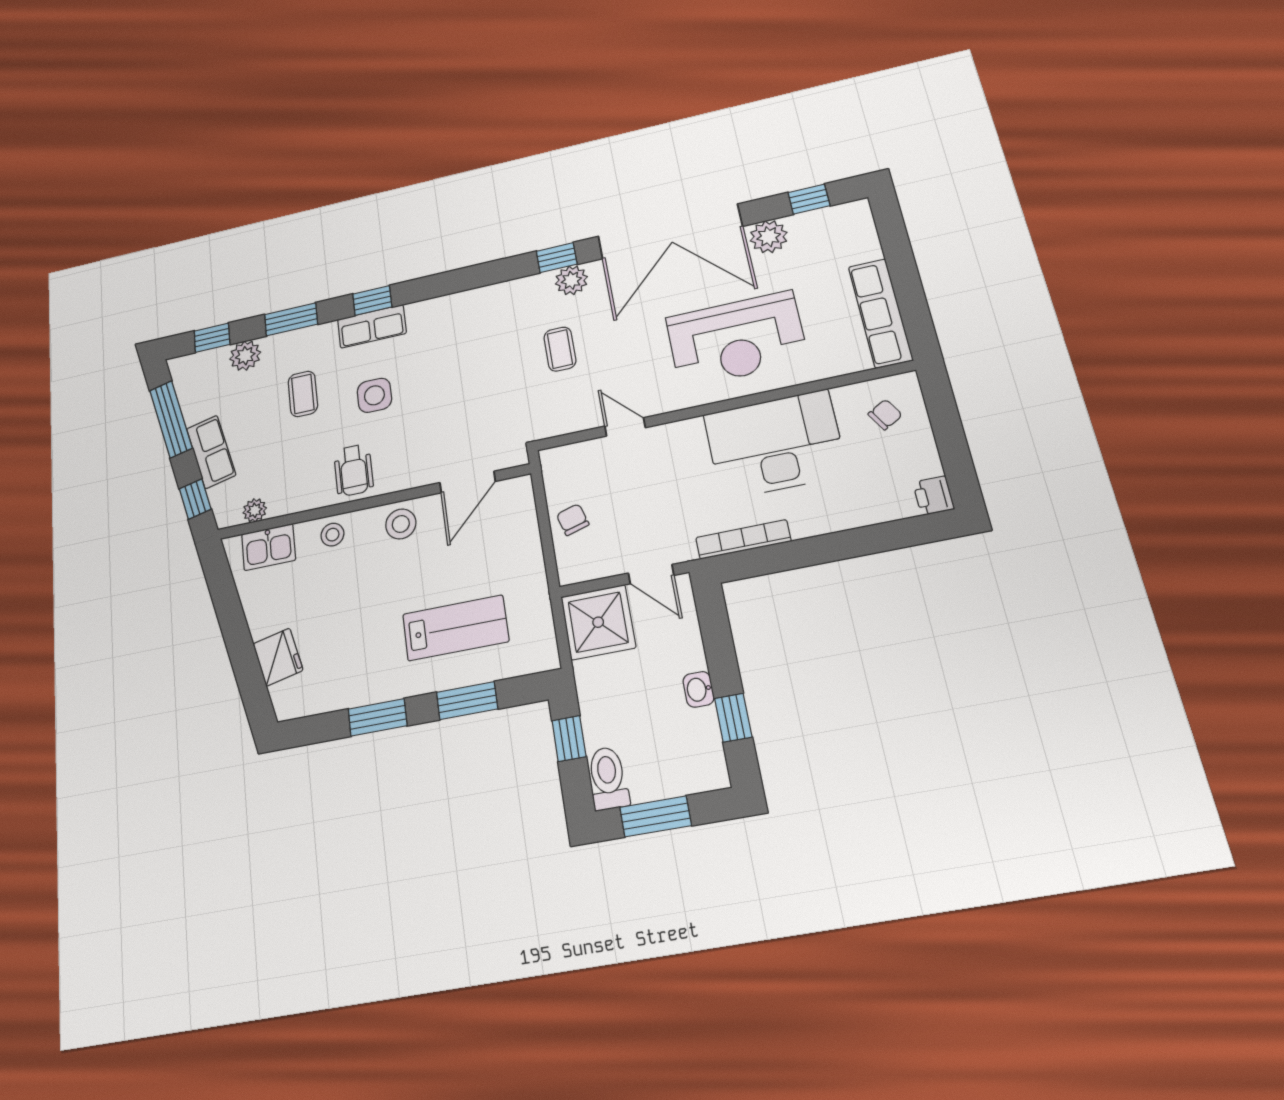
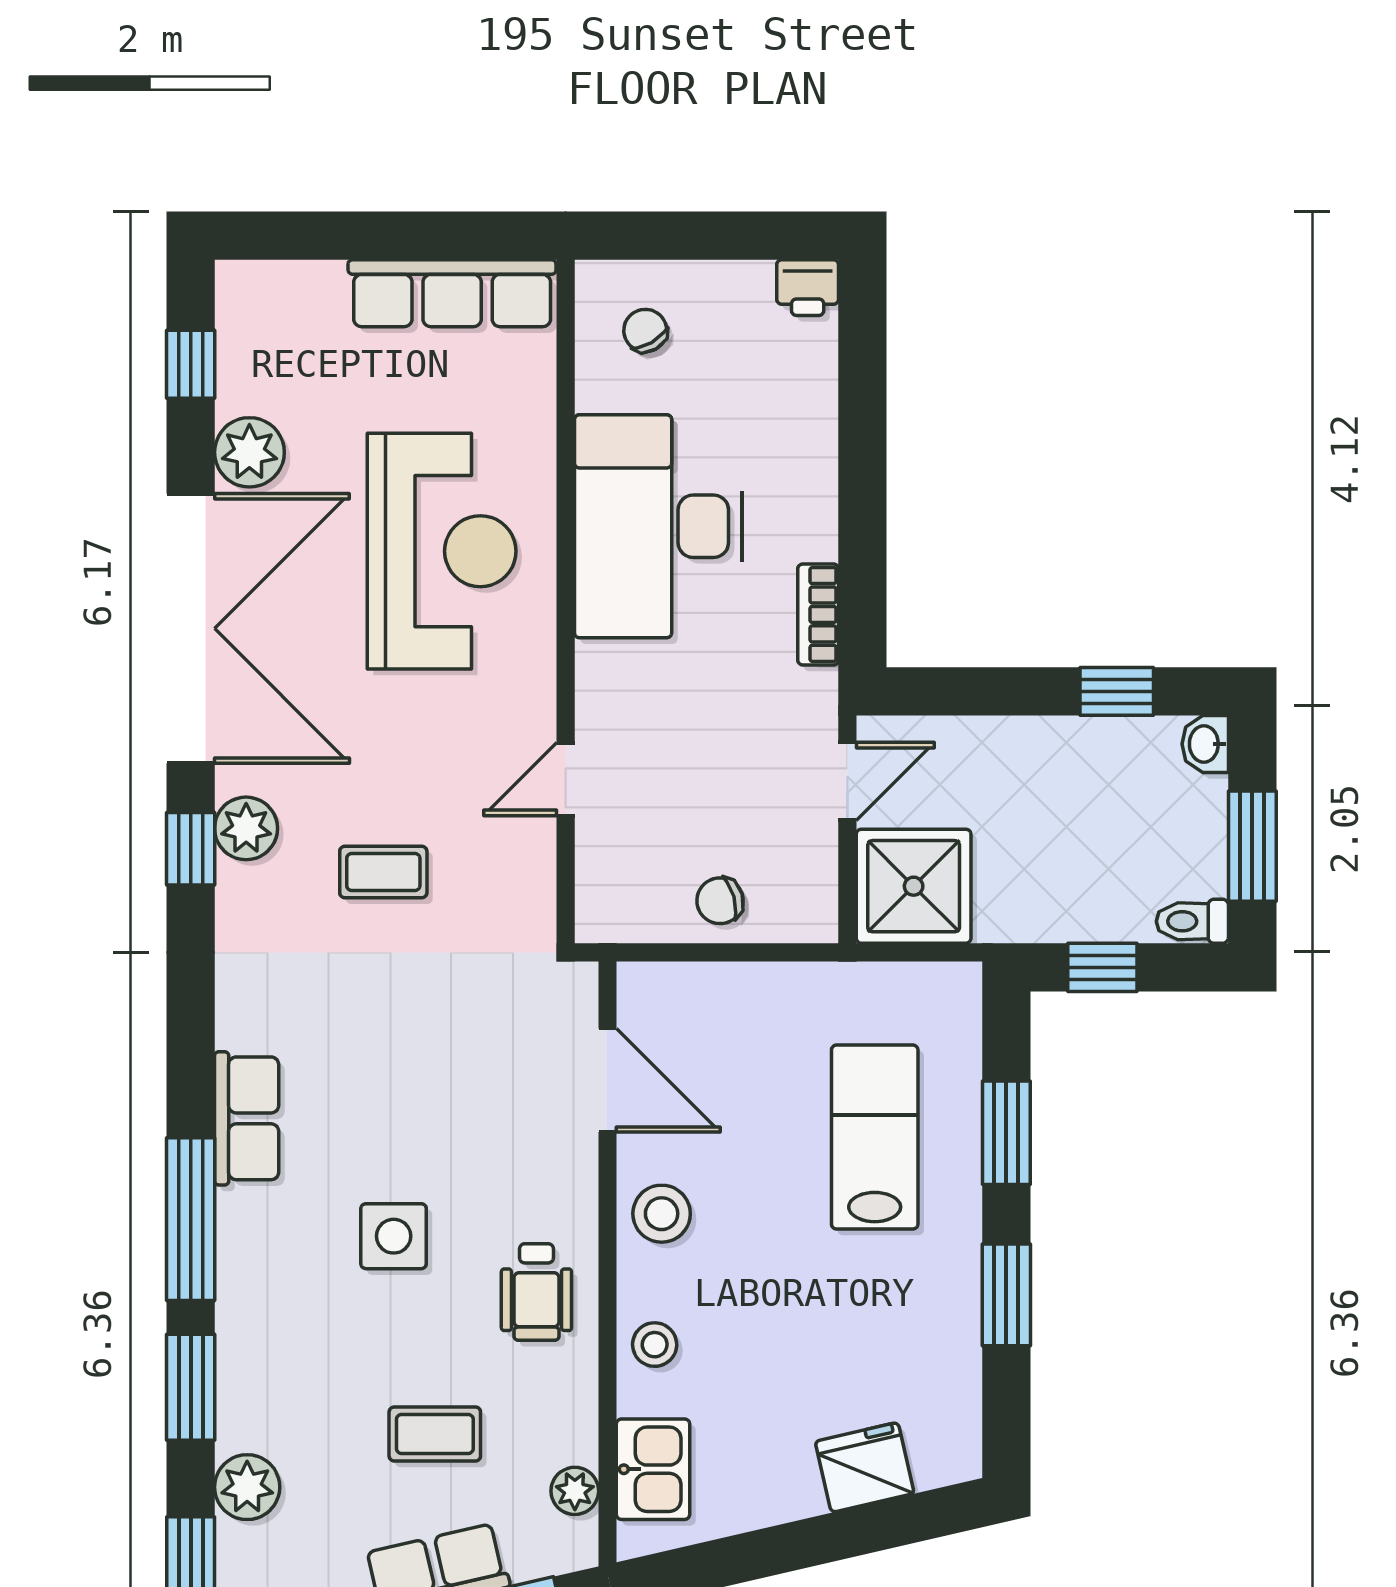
window: (372, 300) -> (191, 1219), width x2.17
row of seats: (372, 326) -> (247, 1118), moved
coffee table: (303, 394) -> (435, 1434), moved
wheelchair: (354, 470) -> (536, 1292), turned 90
bookcase: (743, 539) -> (818, 614), width x0.64
washbasin: (699, 689) -> (1205, 744), moved, turned 90
toilet: (608, 778) -> (1192, 921), width x0.73, depth x0.72

